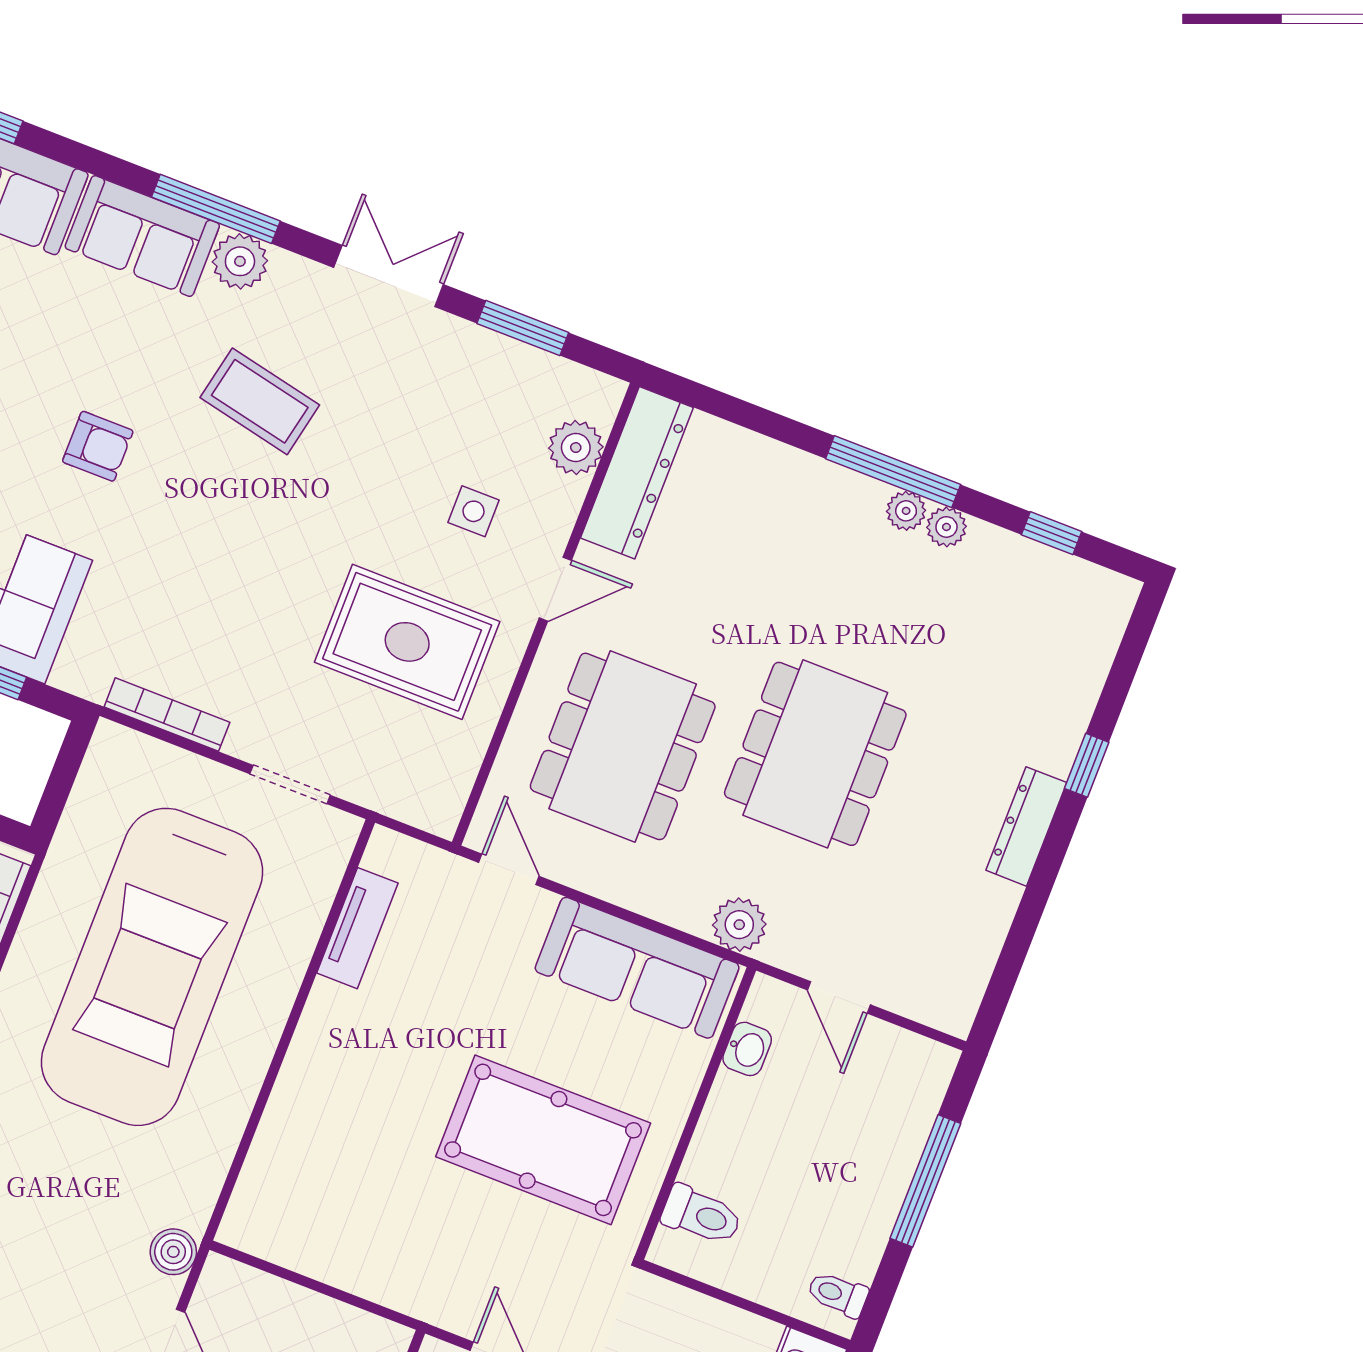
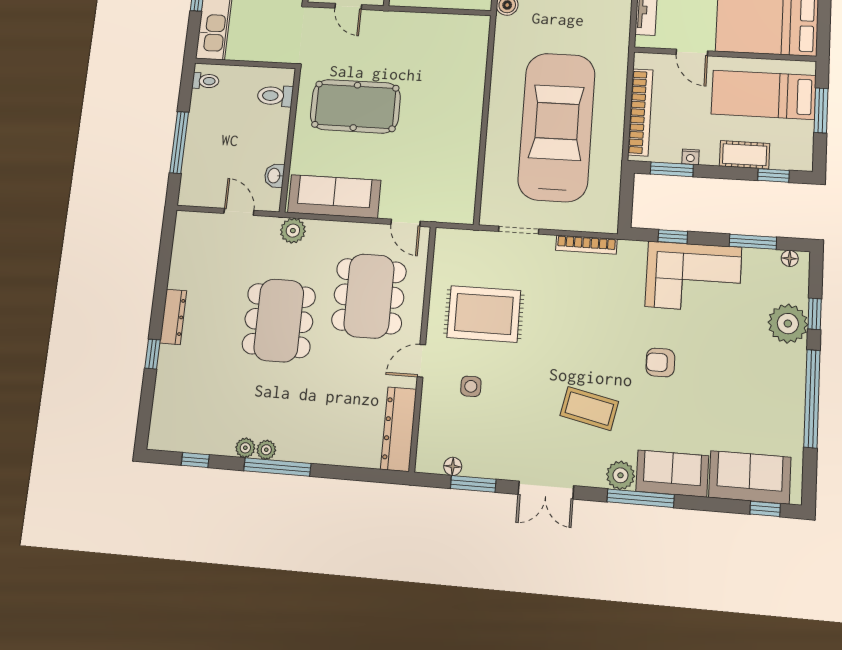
floor lamp: (553, 372) -> (453, 466), added
plant: (576, 448) -> (431, 432), removed
tv unit: (357, 928) -> (467, 174), removed

